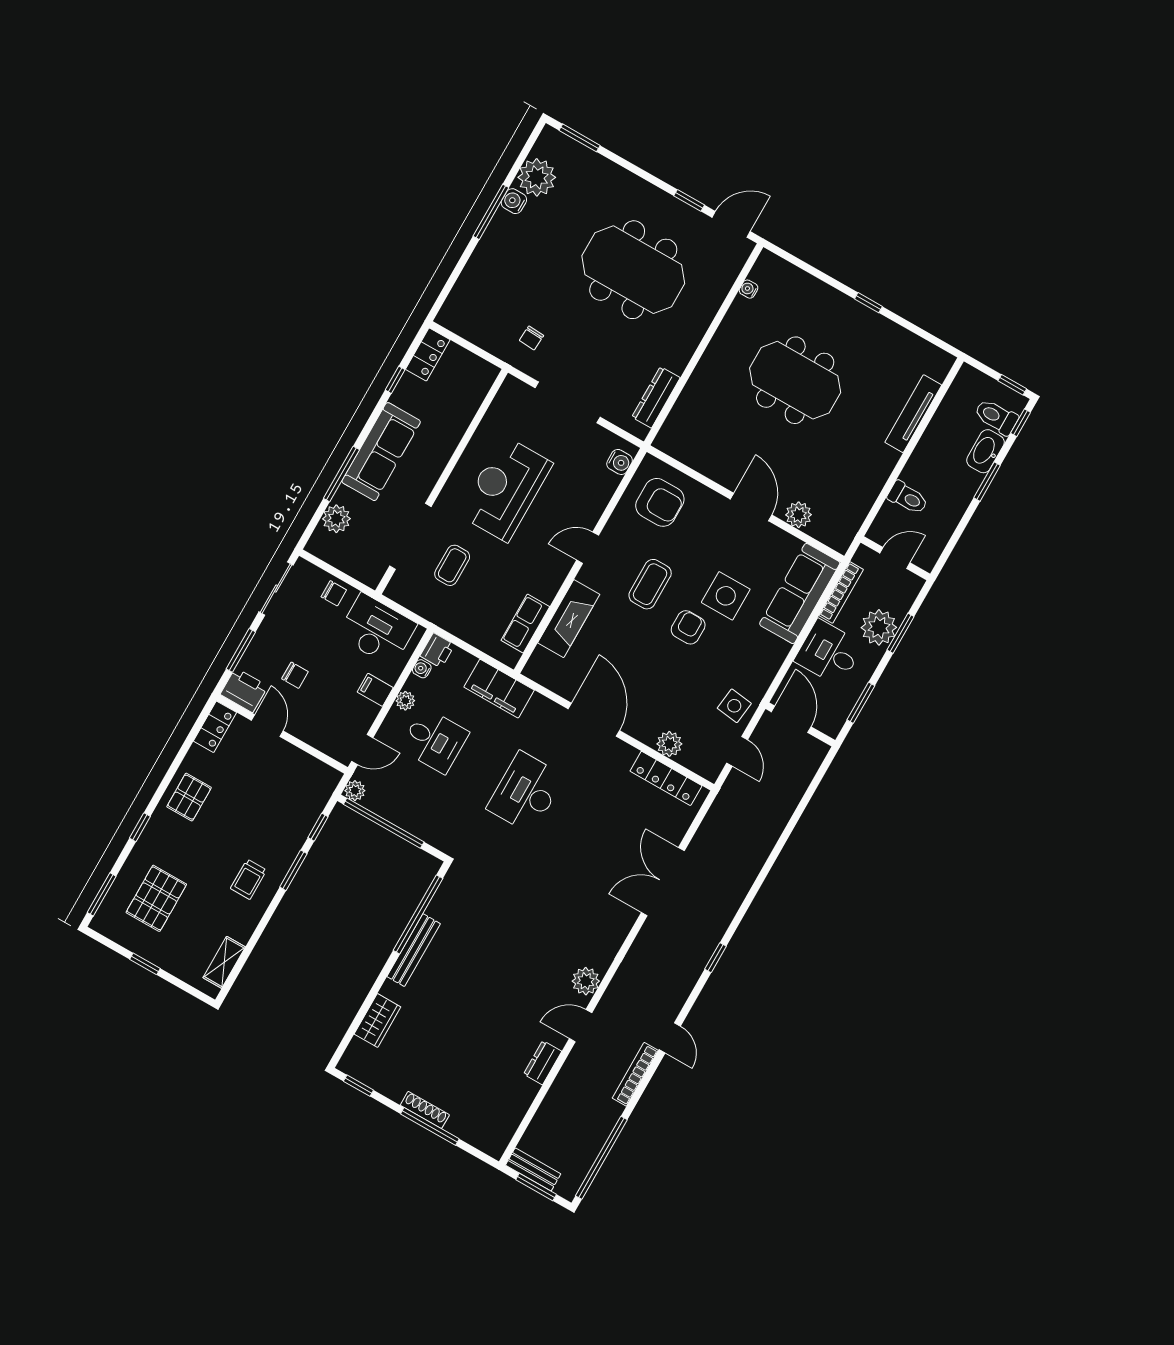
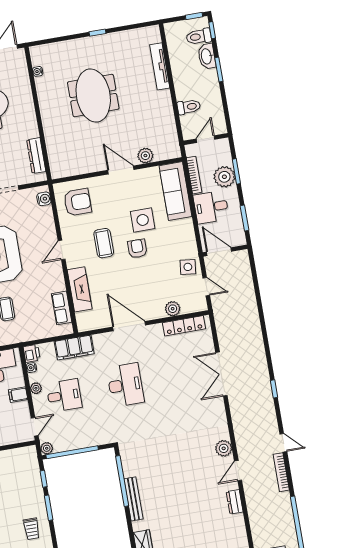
meeting table: (795, 380) -> (93, 96), turned 90
desk: (526, 792) -> (125, 385), turned 180

